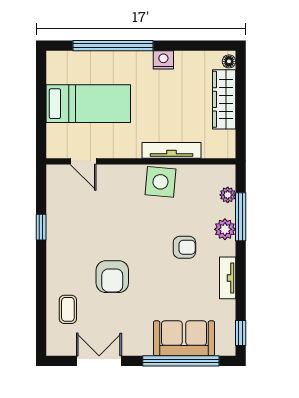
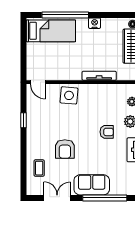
bed: (88, 104) -> (51, 31), moved
door: (83, 161) -> (38, 82), moved
side table: (160, 182) -> (69, 95), moved
sofa: (184, 338) -> (92, 185), moved

